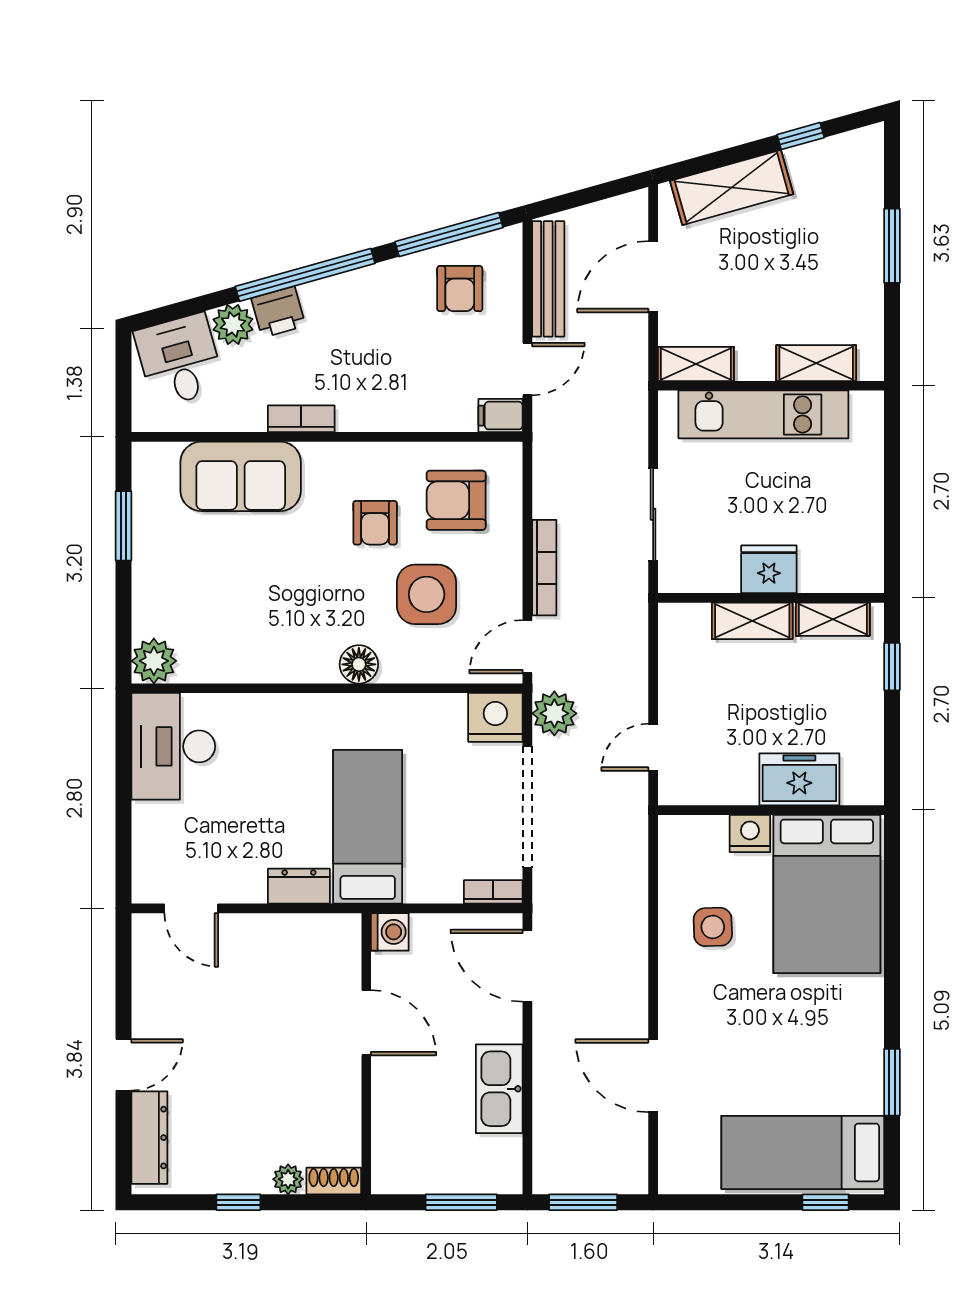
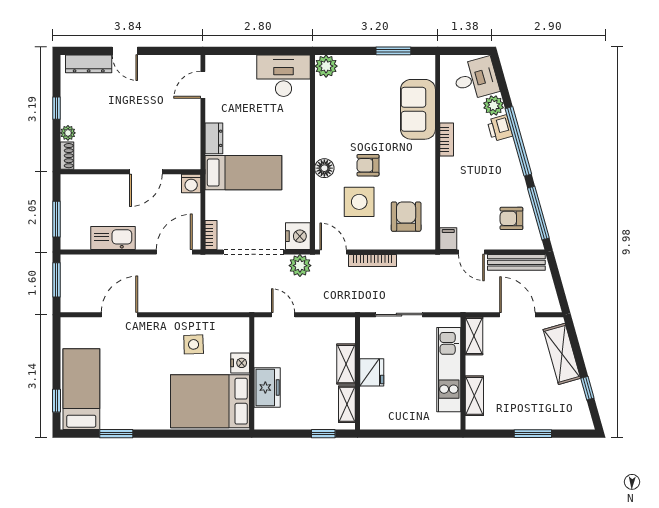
armchair: (375, 523) -> (368, 165), moved

